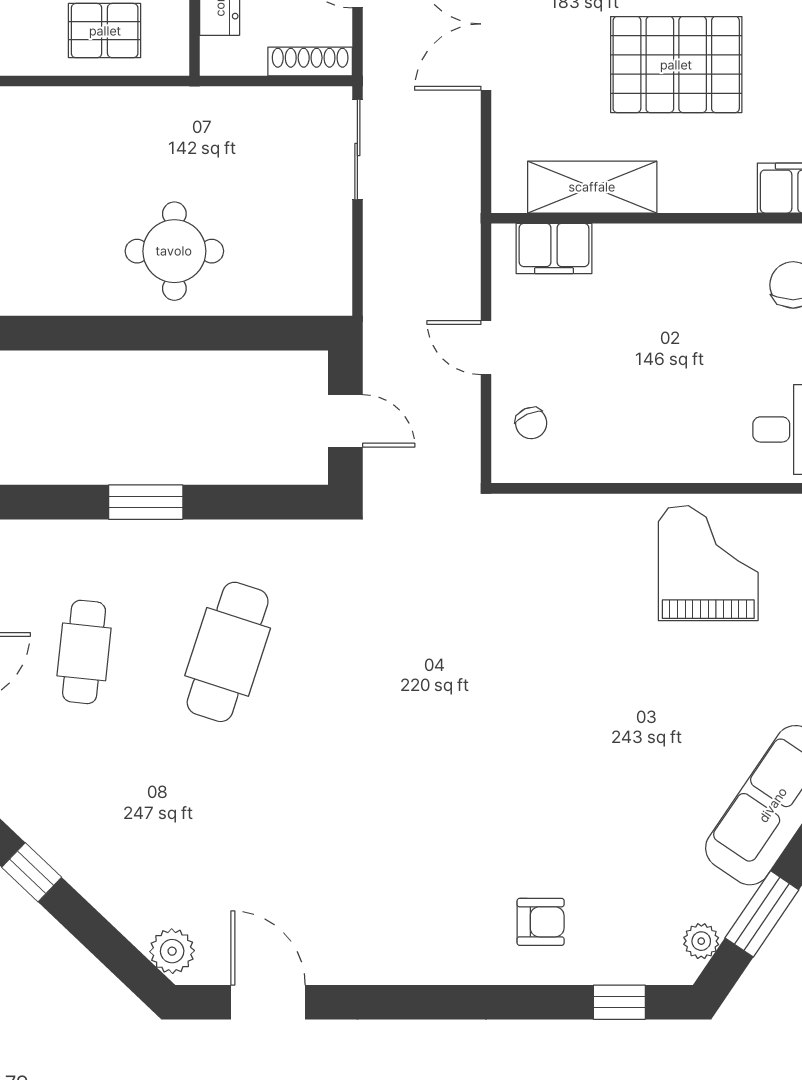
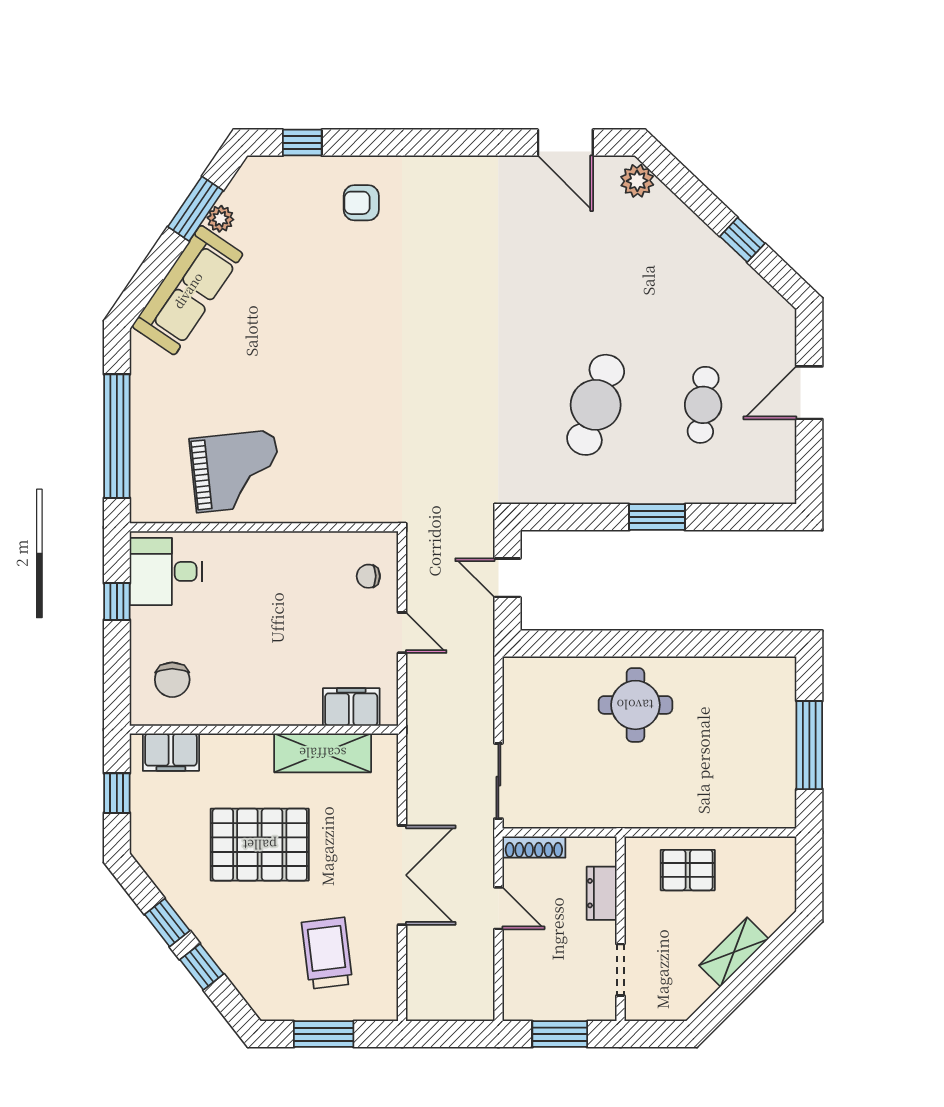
chair: (531, 423) -> (368, 576), turned -66
grand piano: (708, 563) -> (236, 471), turned -96
plant: (701, 941) -> (220, 219), moved

